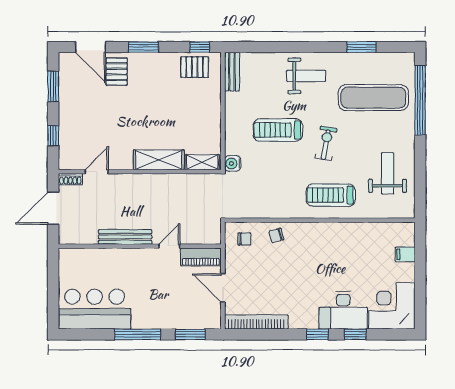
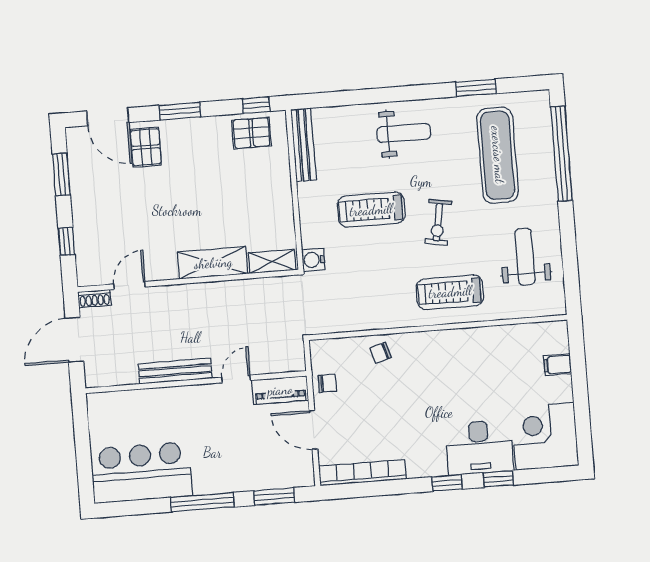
bench: (232, 72) -> (303, 145), width x1.36
exercise mat: (373, 98) -> (498, 155), turned 90
exercise bike: (326, 143) -> (438, 222), turned 180
chair: (244, 239) -> (327, 383), moved

